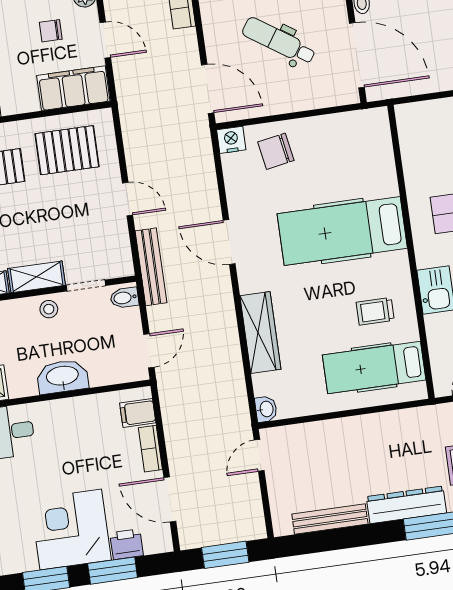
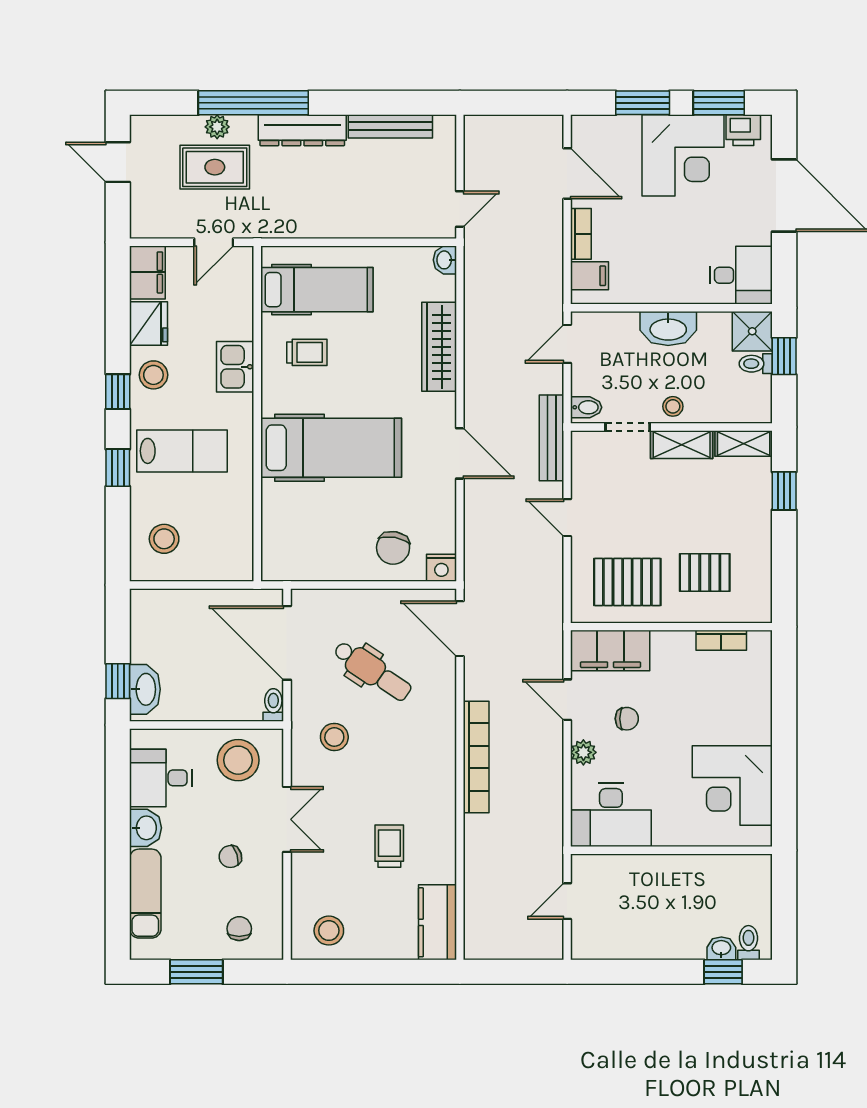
chair: (276, 151) -> (393, 548), turned 110
printer: (127, 544) -> (743, 130), moved
window: (225, 555) -> (514, 103), removed

